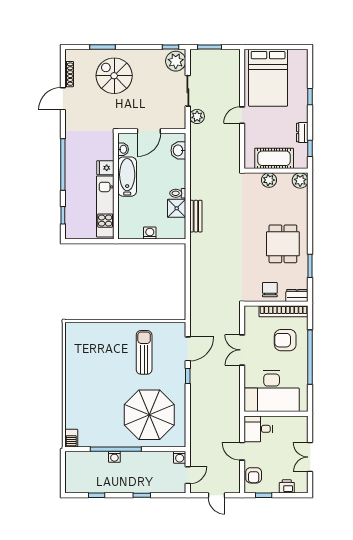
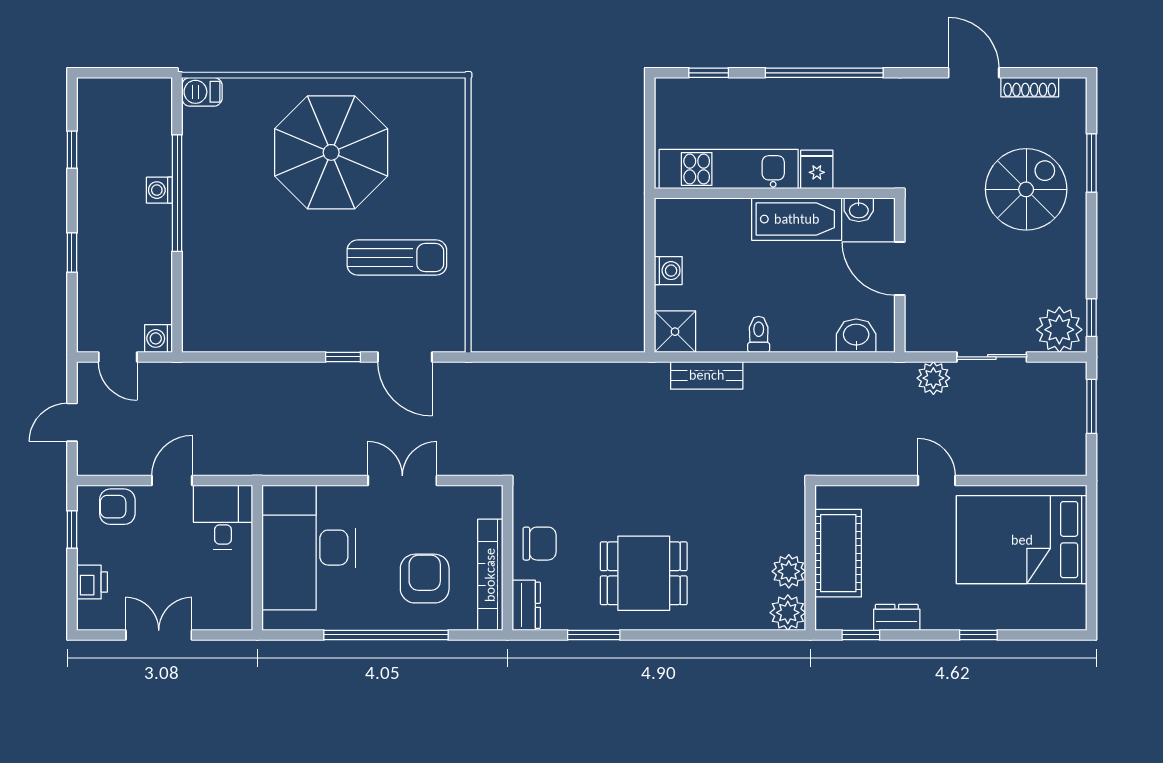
plant: (269, 180) -> (789, 571), moved
shower: (177, 208) -> (675, 332), moved
parasol: (149, 415) -> (331, 152), moved

